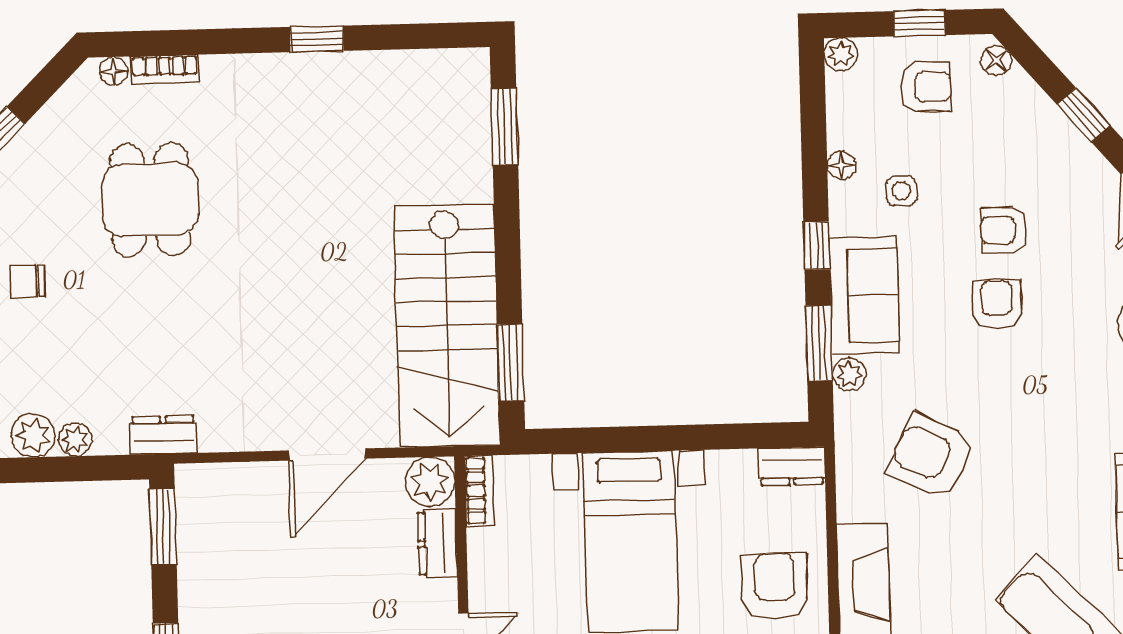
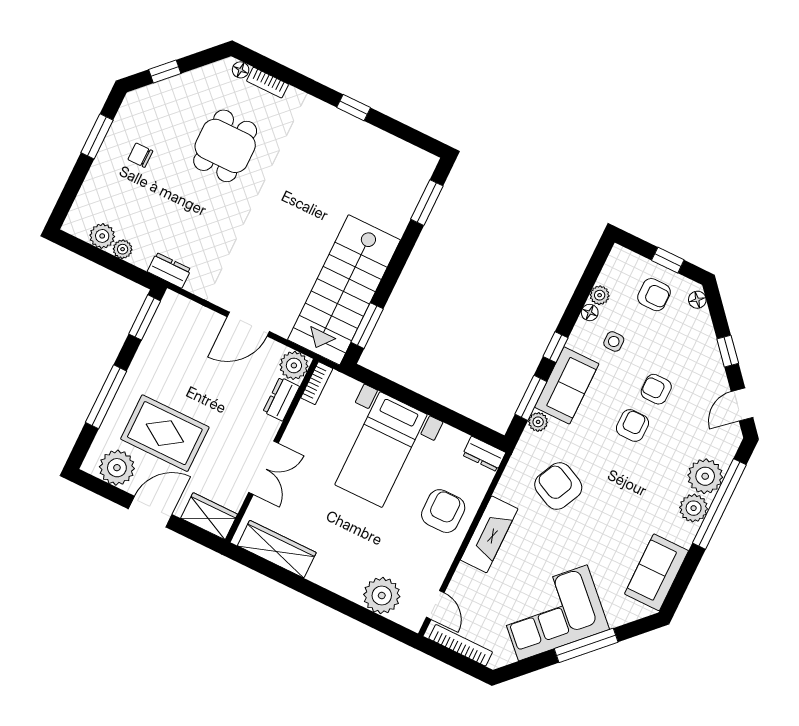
plant: (841, 54) -> (600, 295), moved

